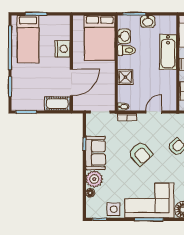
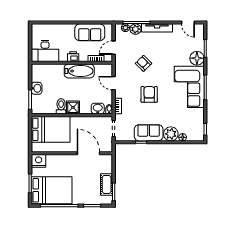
washbasin: (124, 36) -> (98, 108), moved
bed: (28, 39) -> (52, 190), width x1.50
nightstand: (62, 49) -> (39, 161), moved
bathtub: (168, 52) -> (79, 71), moved
shower: (125, 77) -> (73, 107), moved
cot: (57, 104) -> (107, 184), moved
armchair: (140, 154) -> (149, 94), turned -49
side table: (114, 209) -> (197, 117), removed

